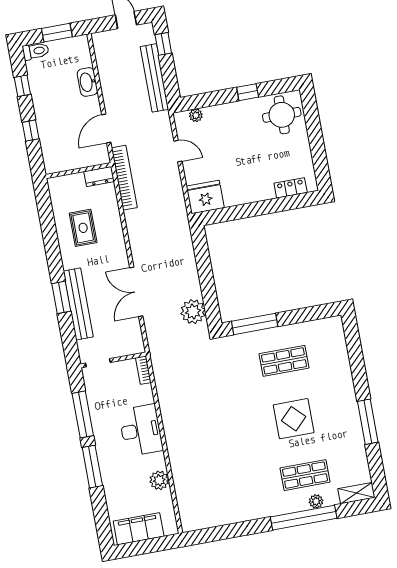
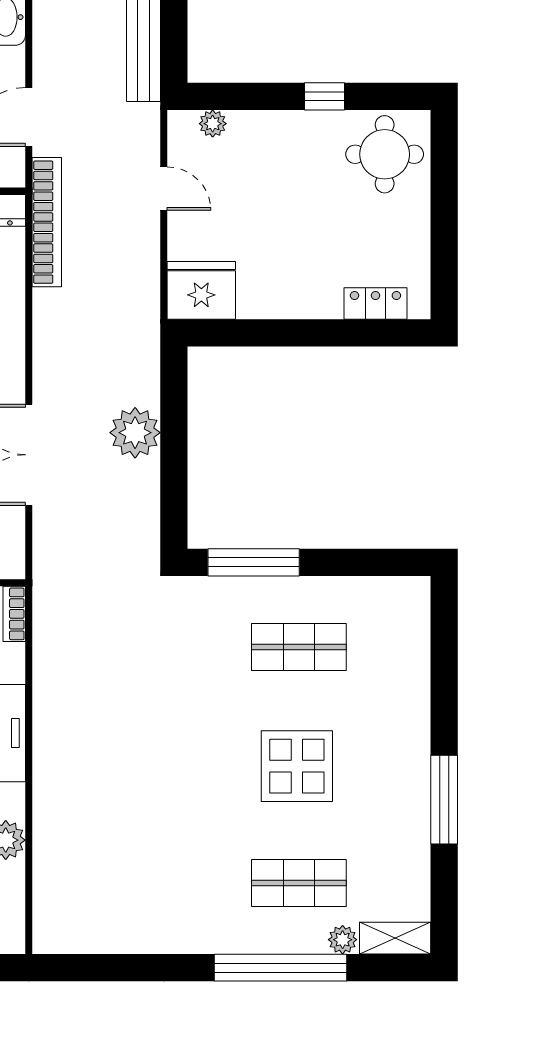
plant: (193, 312) -> (135, 433), moved
plant: (316, 501) -> (343, 940), moved

